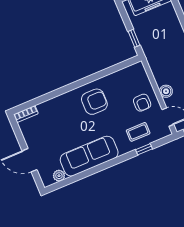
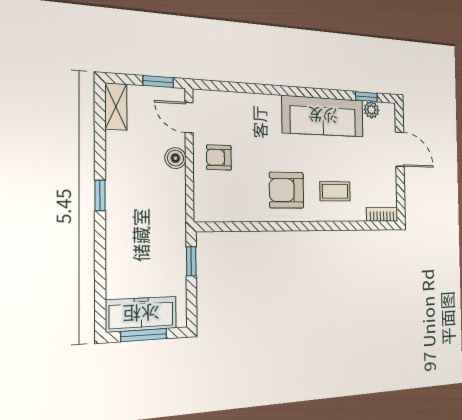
armchair: (142, 103) -> (219, 157), turned -90
coffee table: (138, 132) -> (335, 191), moved
window: (144, 149) -> (366, 97), moved

